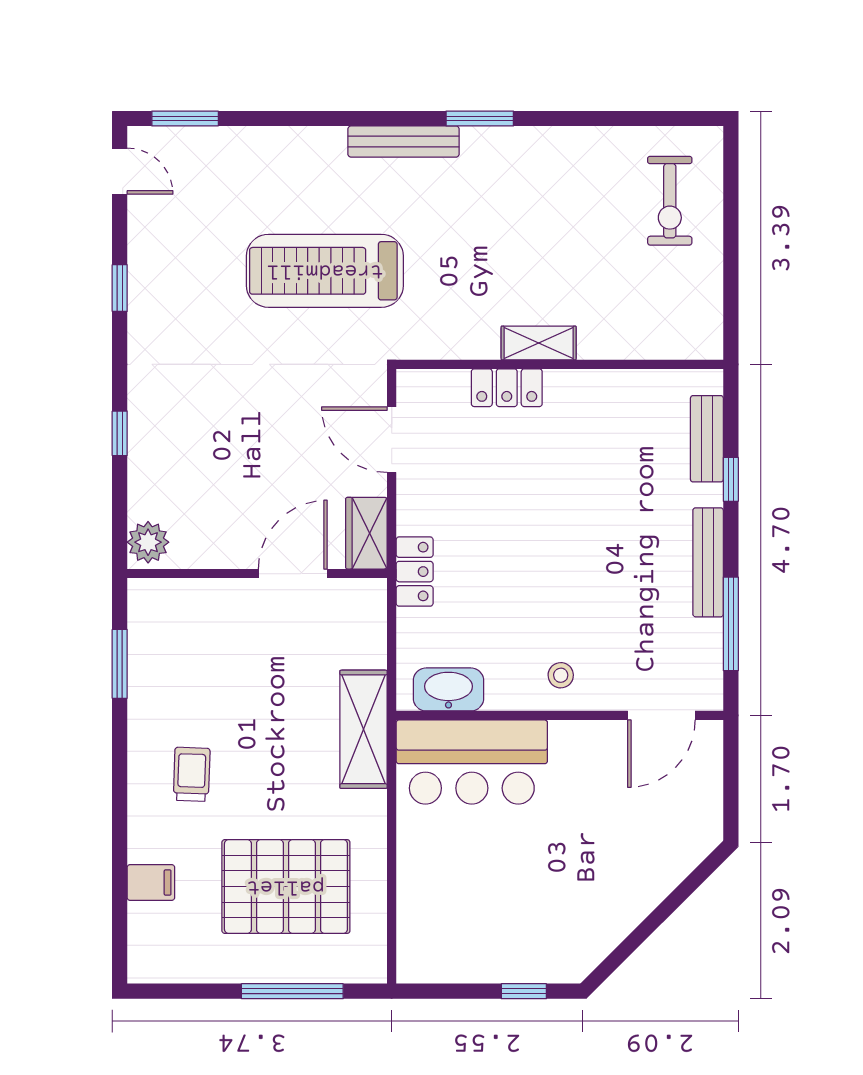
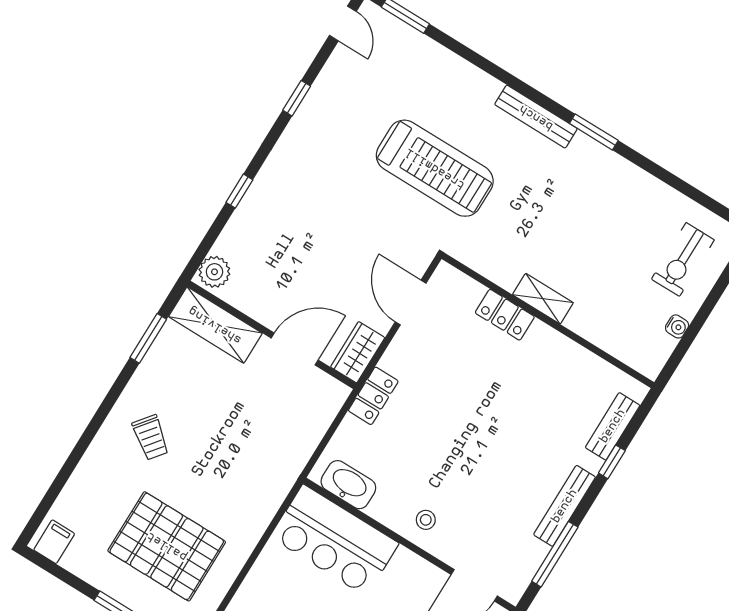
treadmill: (325, 271) -> (435, 168), turned 180
water cooler: (710, 281) -> (677, 326), added
shelving: (363, 729) -> (215, 325), moved, turned 90
trolley: (192, 774) -> (151, 437), turned 126
filing cabinet: (151, 883) -> (54, 542), moved, turned -90

